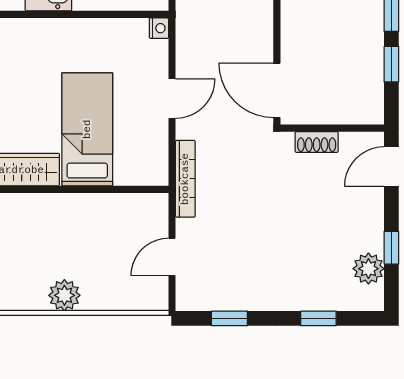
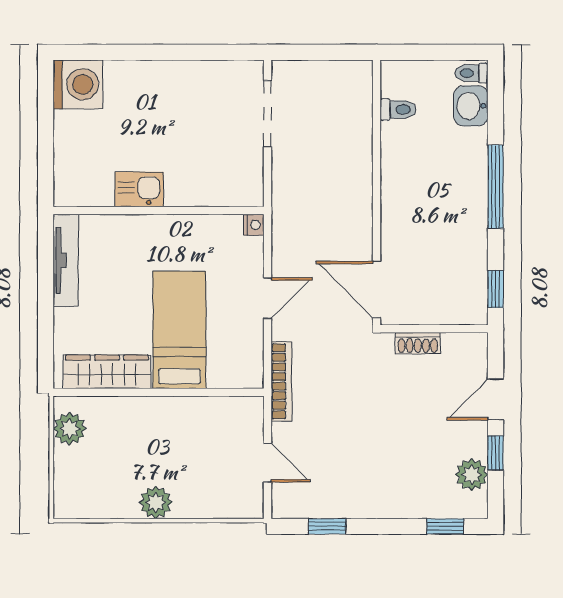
window: (391, 64) -> (496, 289), moved
door: (391, 167) -> (496, 400), moved
door: (172, 257) -> (268, 463), swing flipped
window: (318, 318) -> (445, 526), moved

